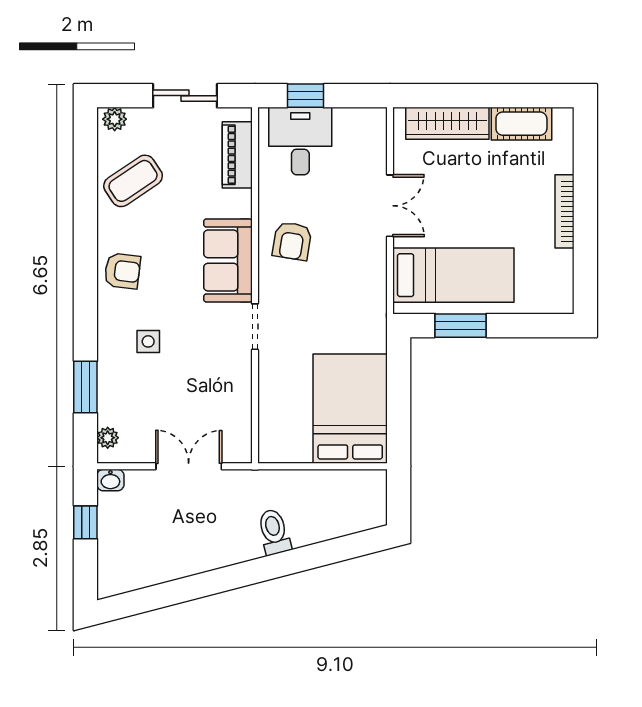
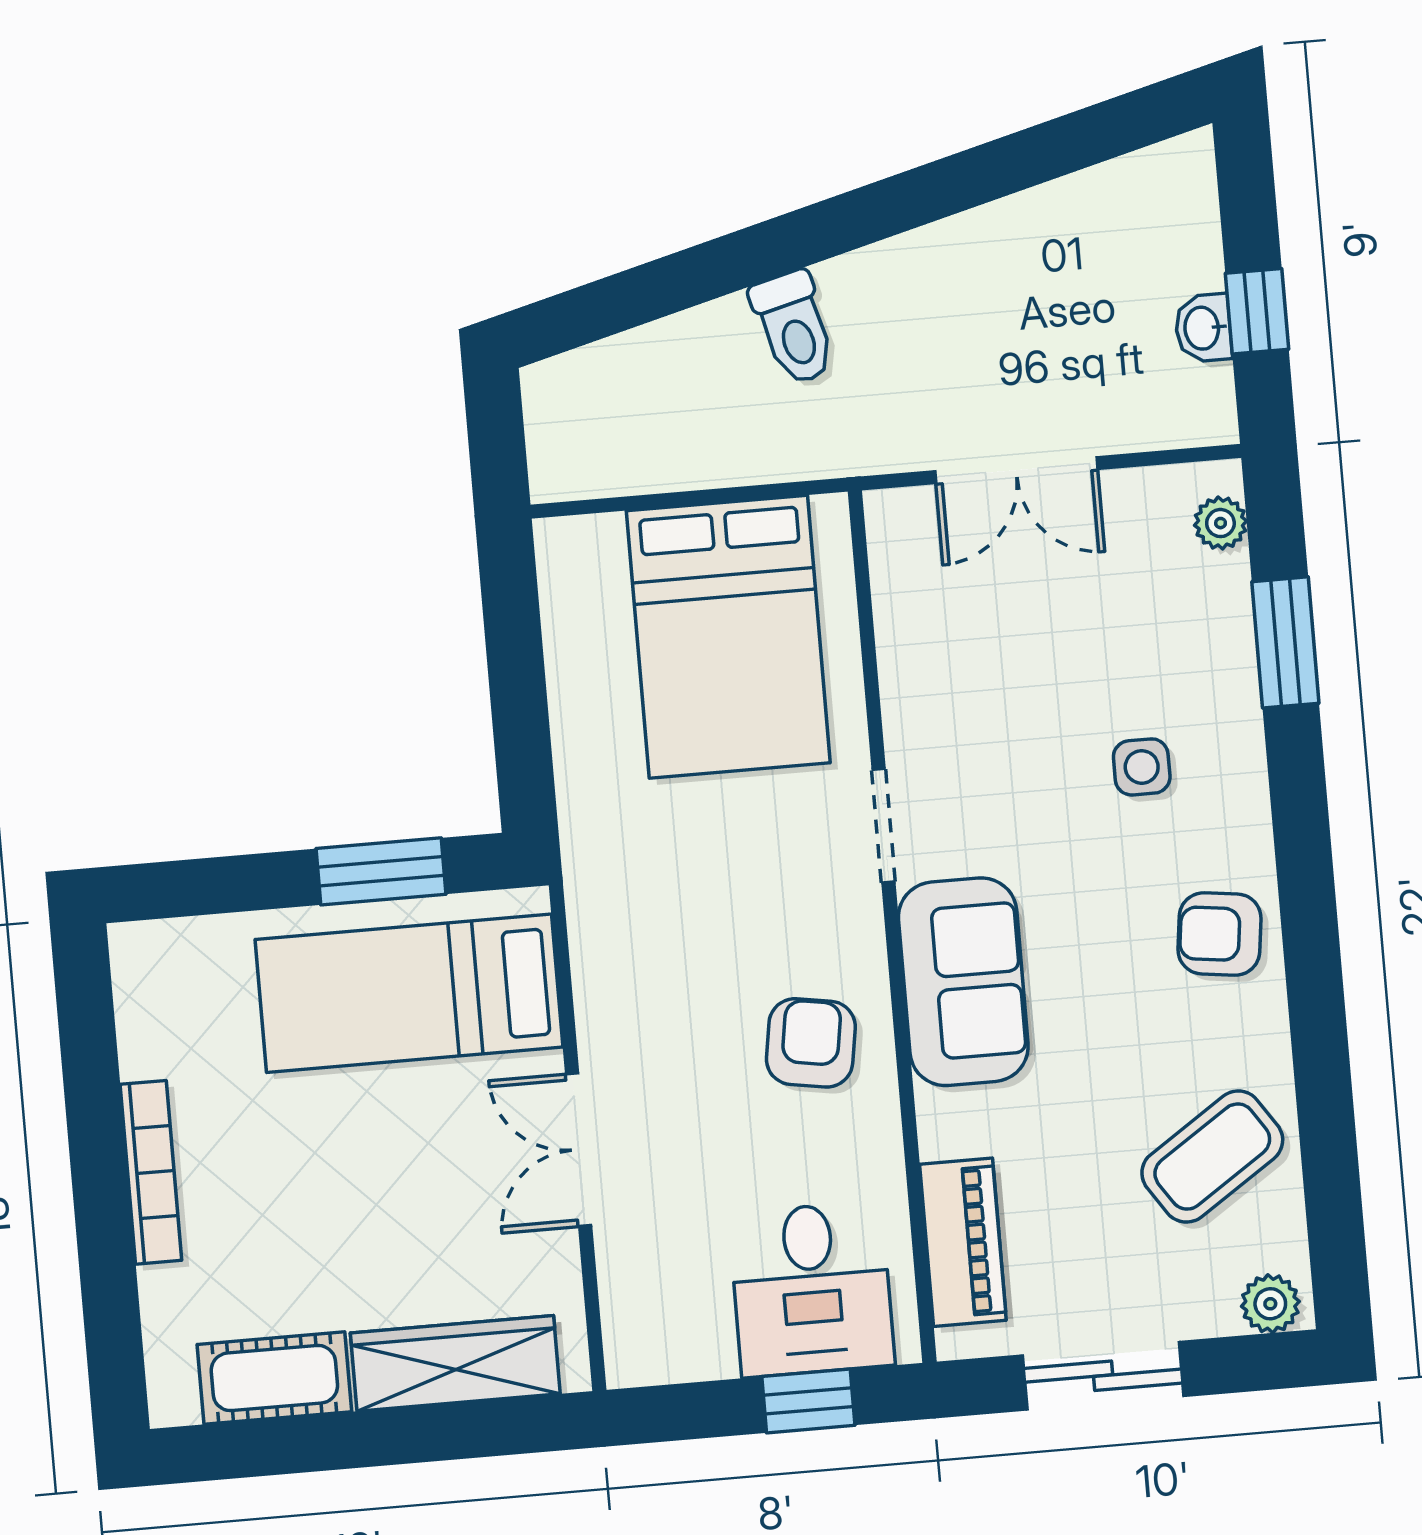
bed: (350, 409) -> (728, 637), moved
washbasin: (110, 480) -> (1203, 328), moved, turned -90

